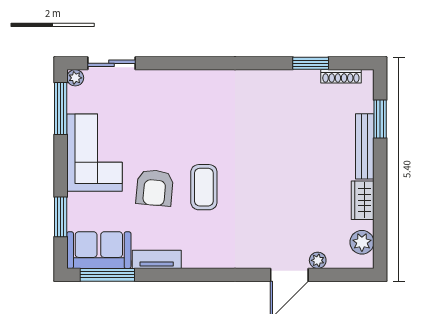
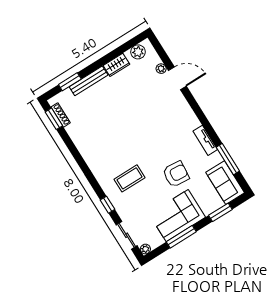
window: (172, 63) -> (108, 205), added
window: (311, 63) -> (54, 119), moved
window: (61, 108) -> (181, 237), moved
coffee table: (204, 187) -> (130, 178), moved
tv unit: (157, 259) -> (205, 140), moved
window: (107, 275) -> (228, 159), moved

